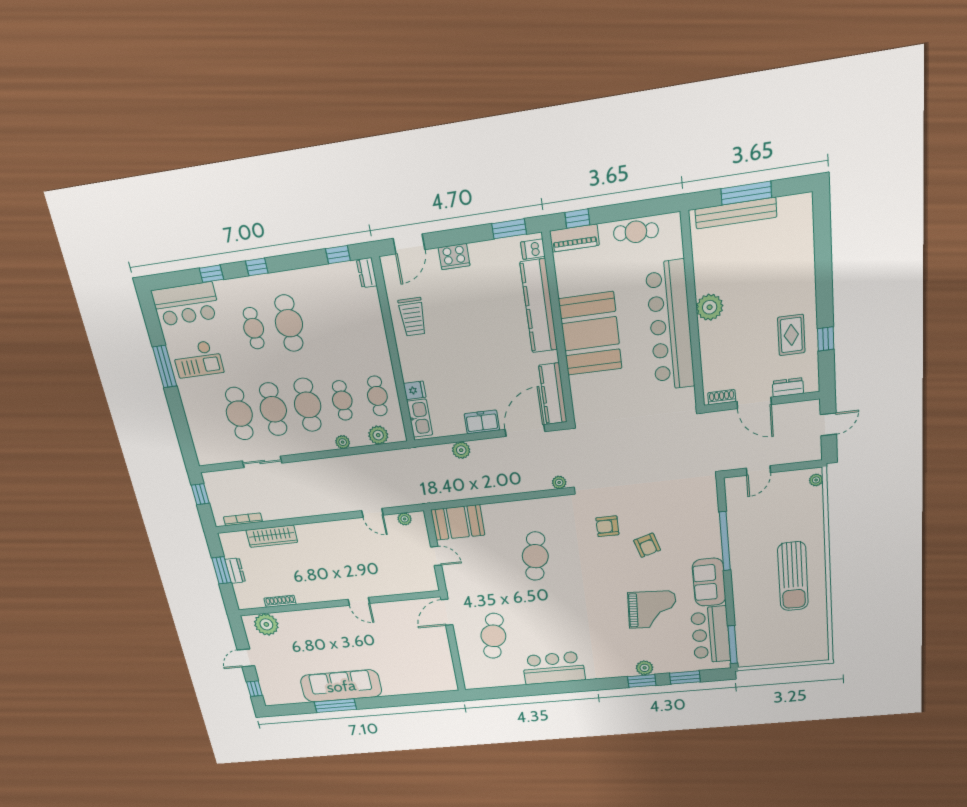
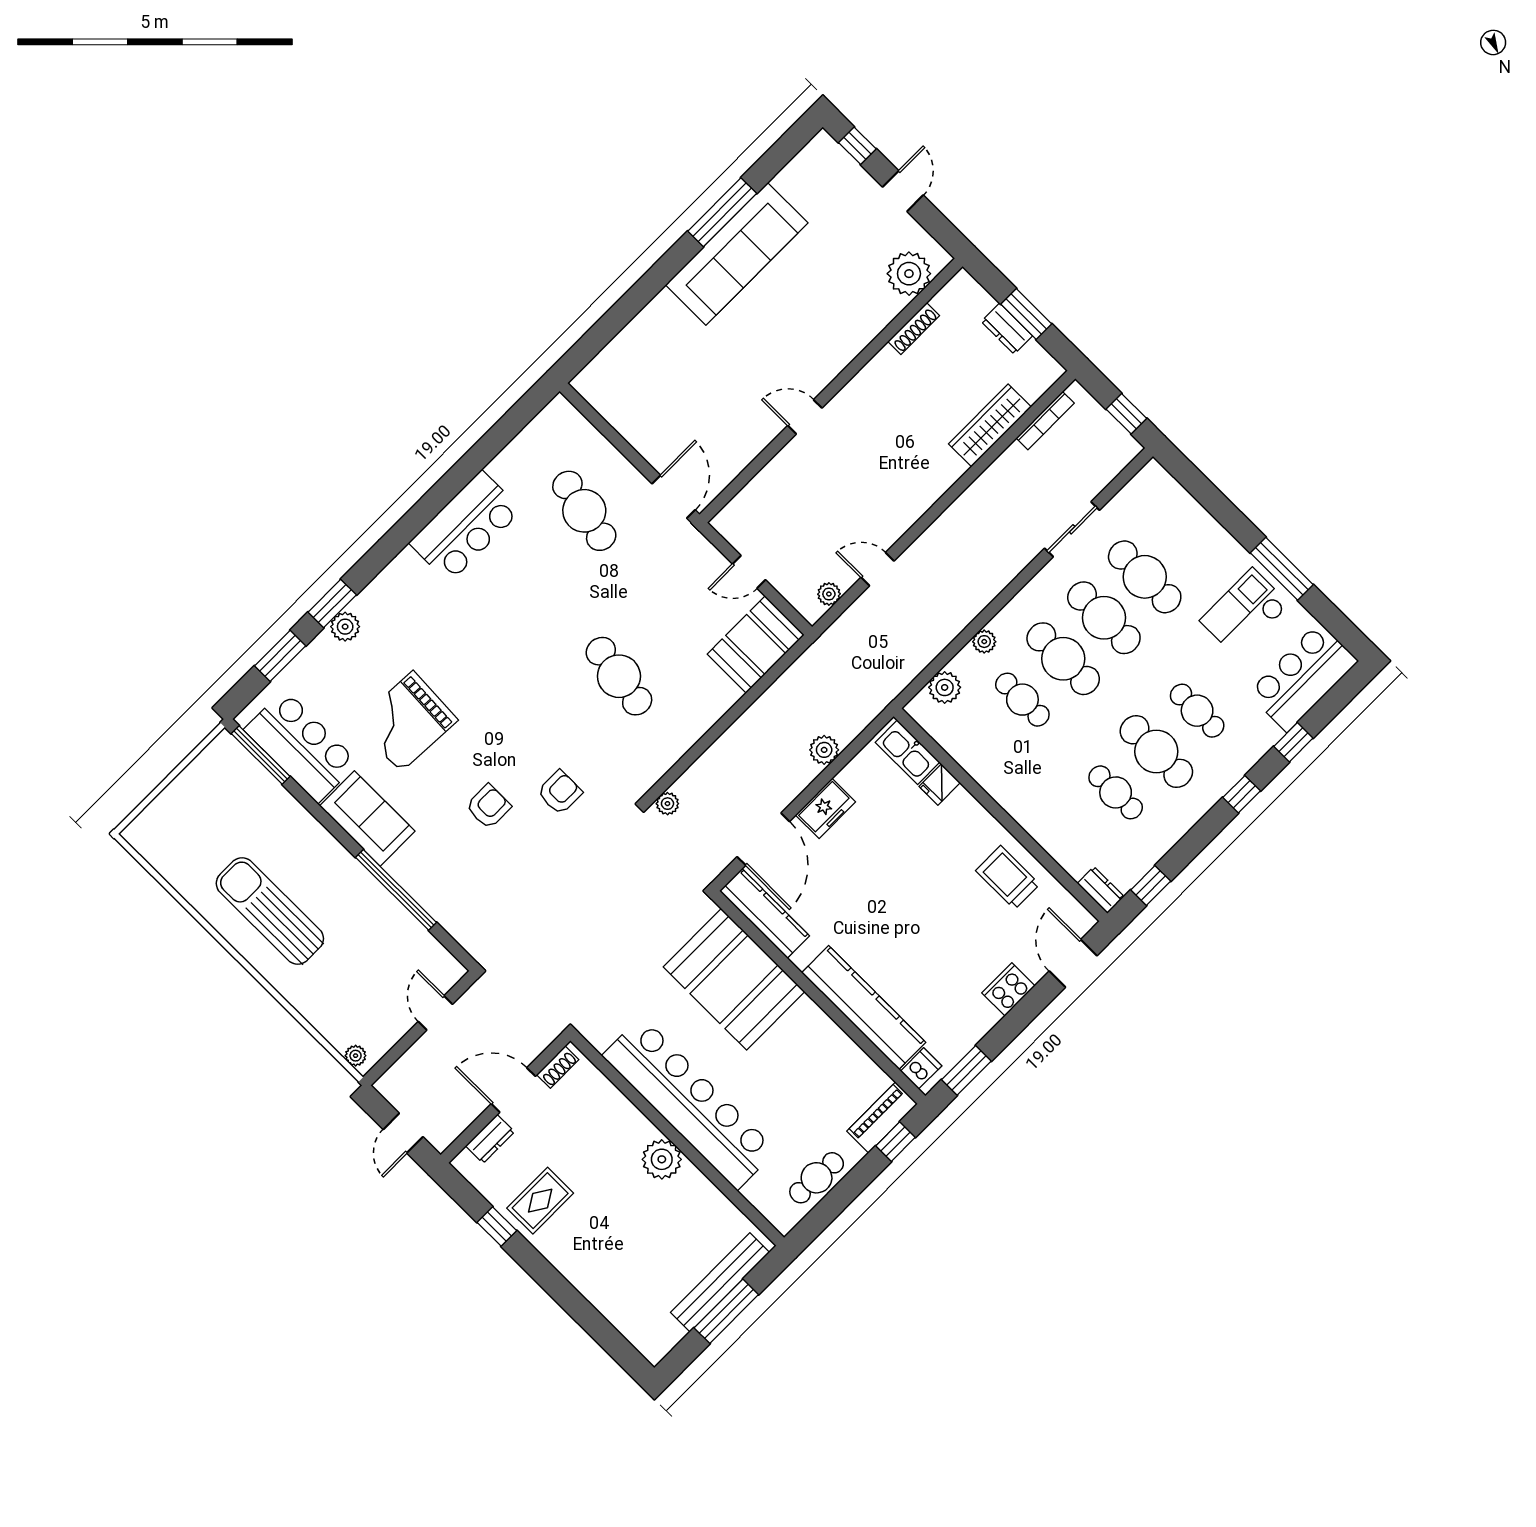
booth: (590, 334) -> (734, 979), moved
rug: (791, 335) -> (540, 1201), turned 90
cafe table: (377, 396) -> (1116, 792), moved
armchair: (647, 545) -> (488, 806), turned 107

